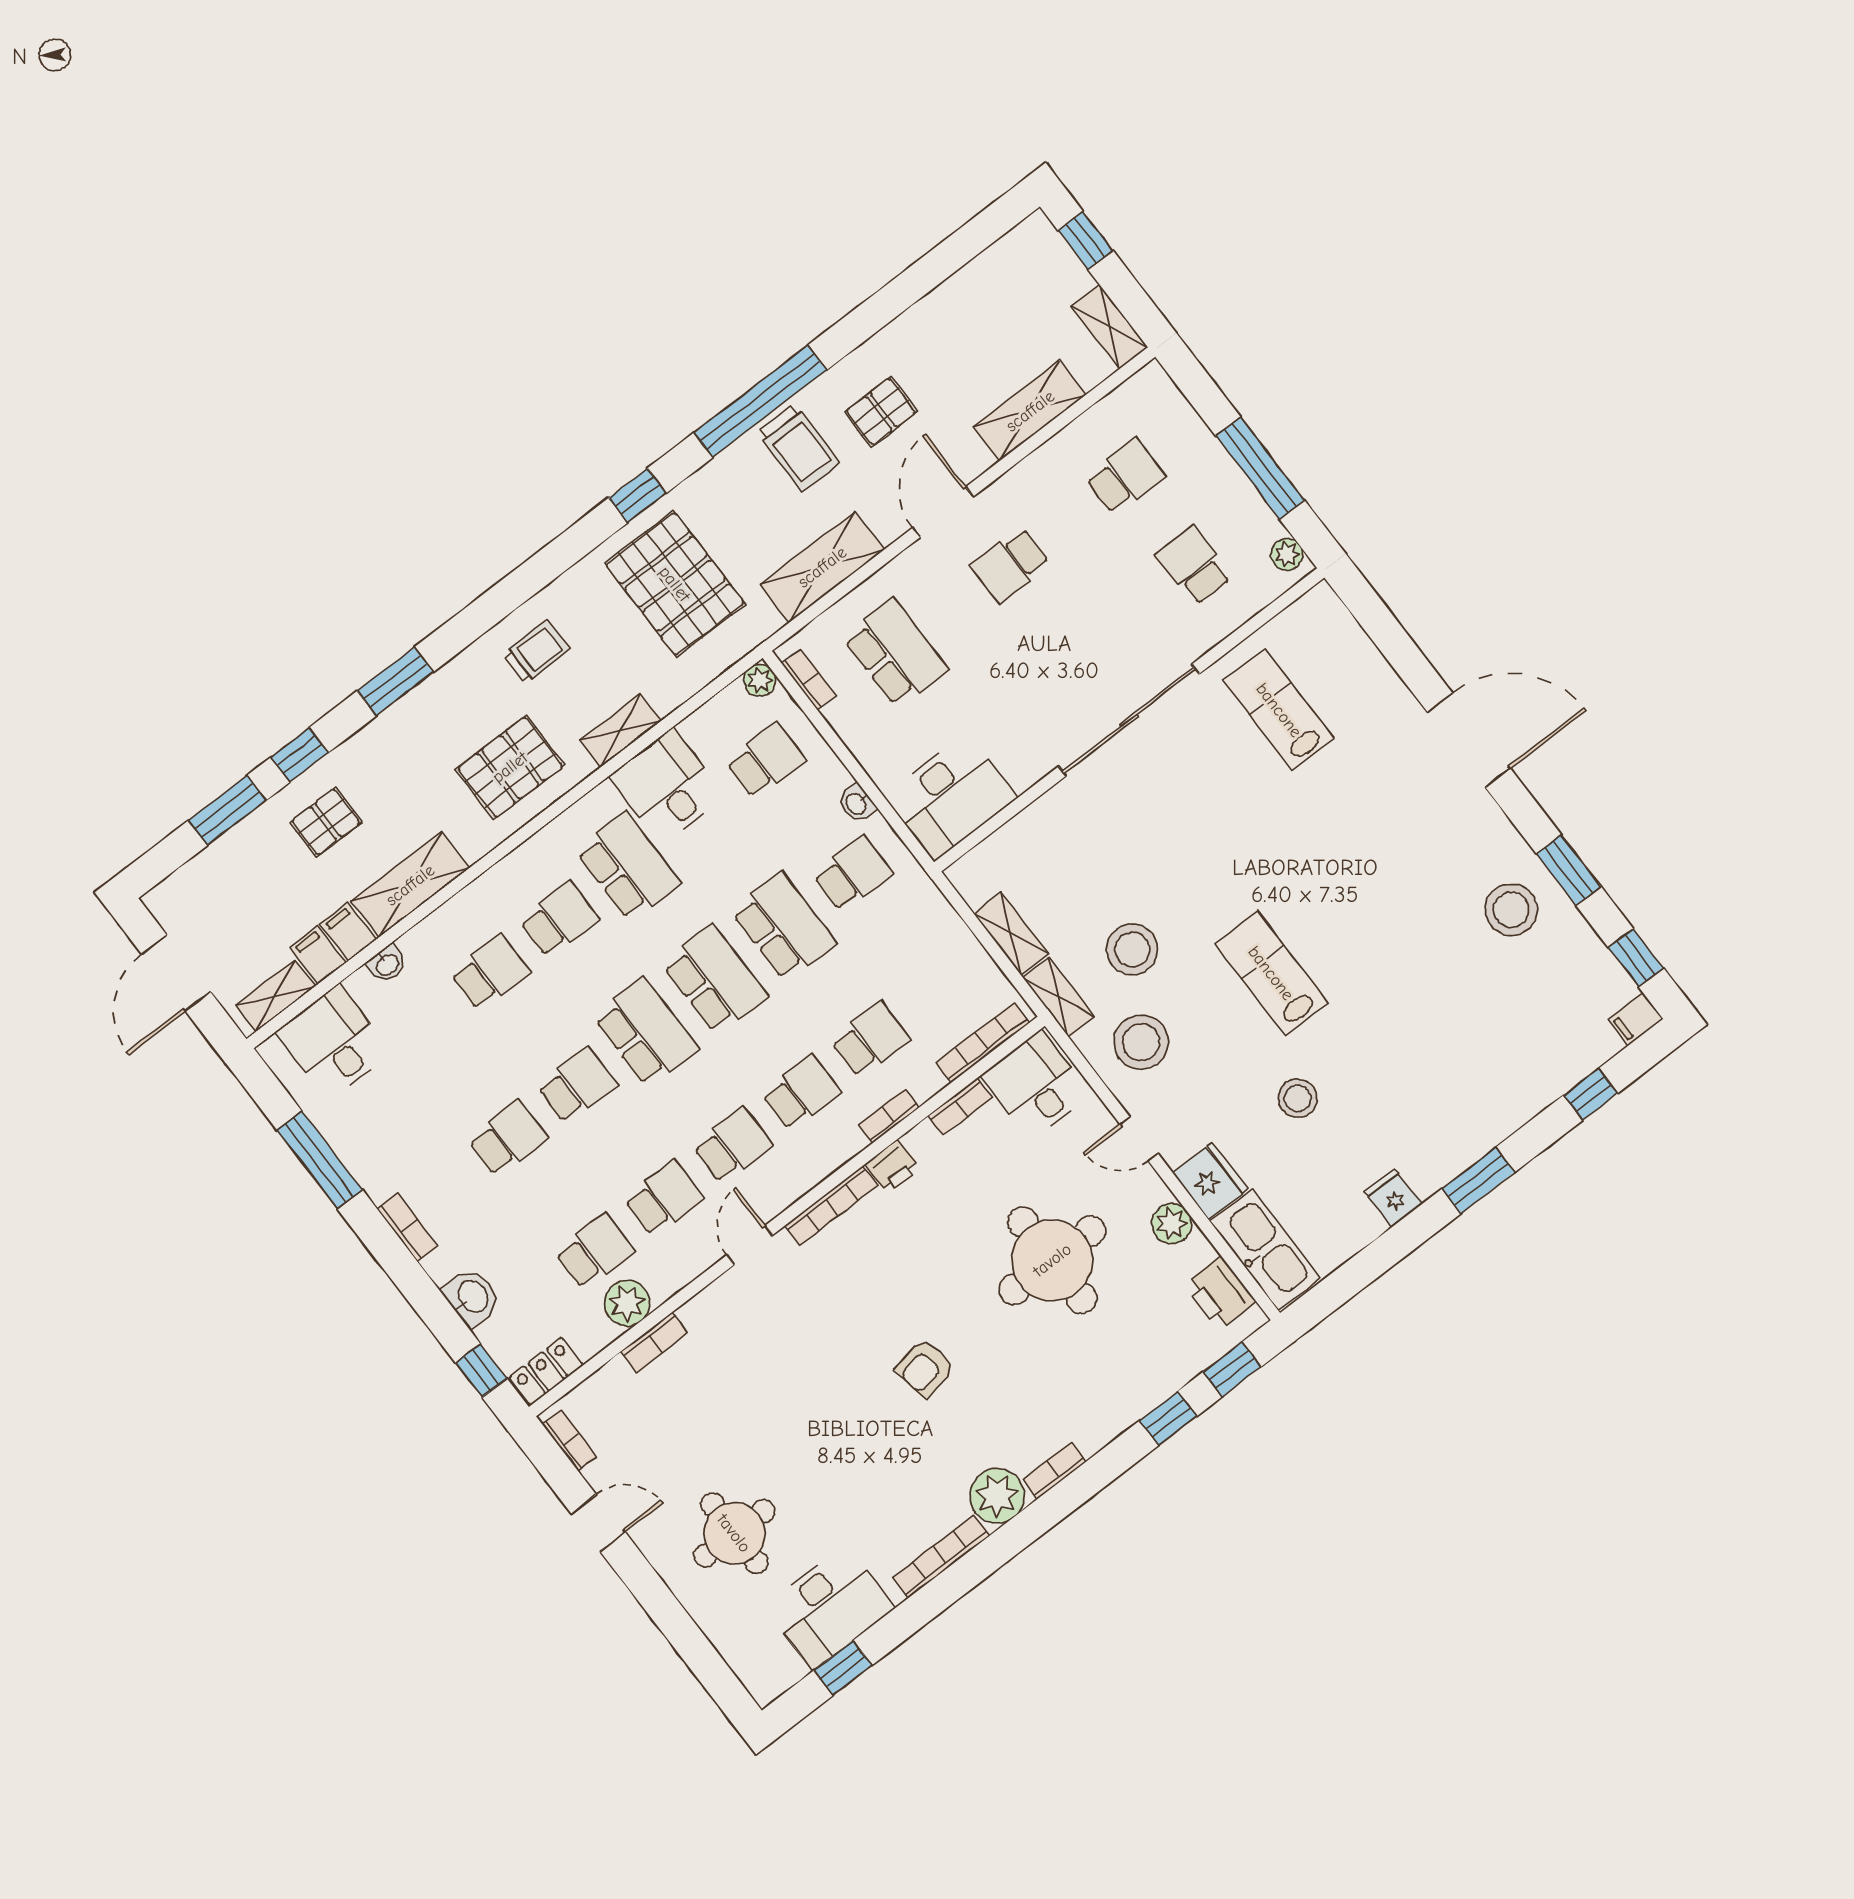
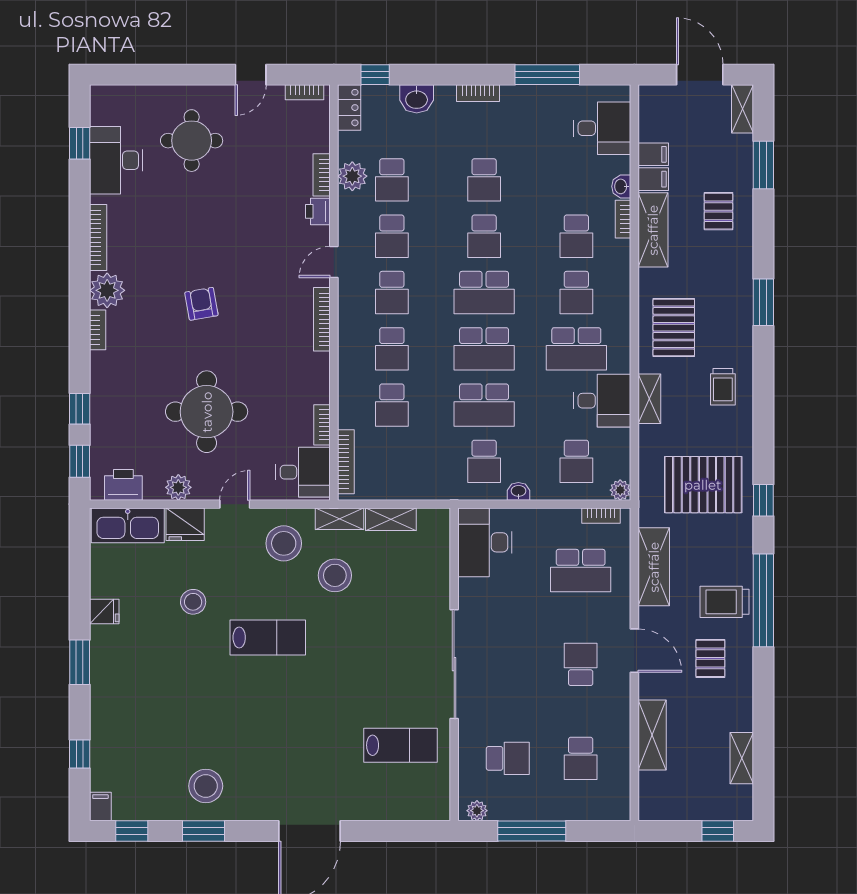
shelving: (1110, 327) -> (742, 758), moved, turned 90
window: (300, 755) -> (763, 224), removed
shelving: (276, 996) -> (742, 109), moved
bookcase: (889, 1116) -> (623, 219), moved, turned 180
printer: (893, 1166) -> (318, 211), moved
door: (750, 1245) -> (334, 262), swing flipped

